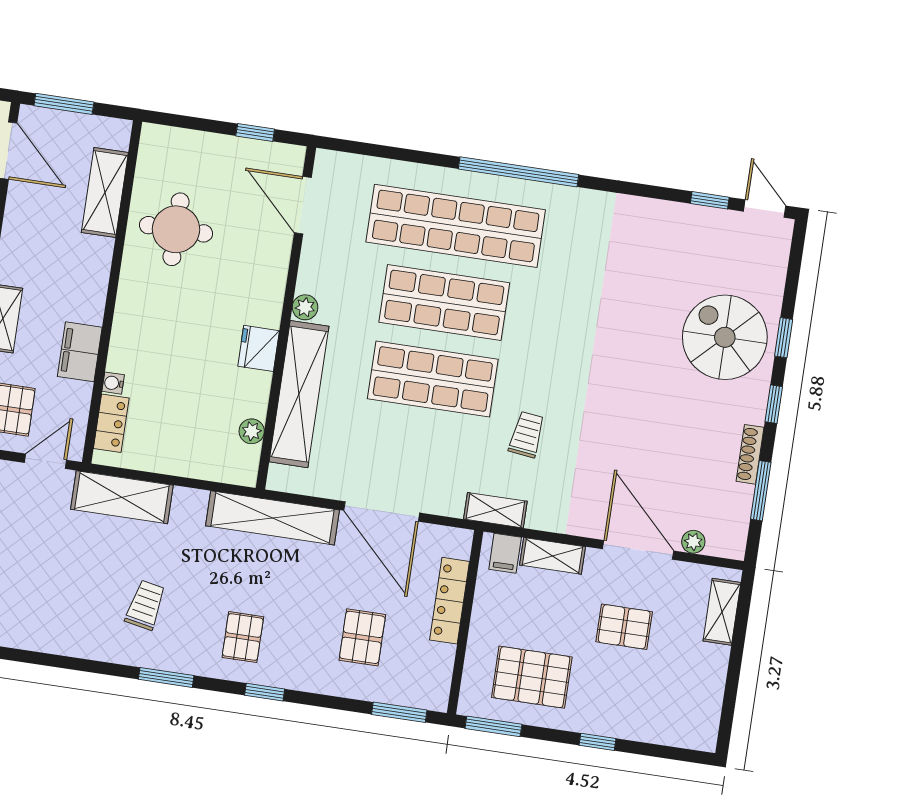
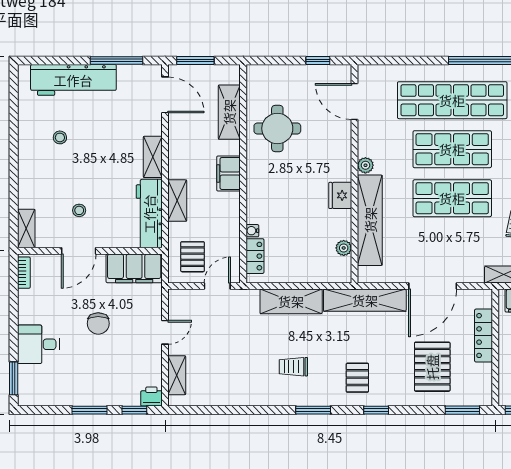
filing cabinet: (80, 352) -> (229, 173), moved
shelving: (122, 497) -> (291, 301), moved
door: (382, 512) -> (433, 286), hinge flipped
trolley: (145, 605) -> (293, 367), turned -101
pallet: (362, 637) -> (432, 367), width x1.50, depth x1.42

